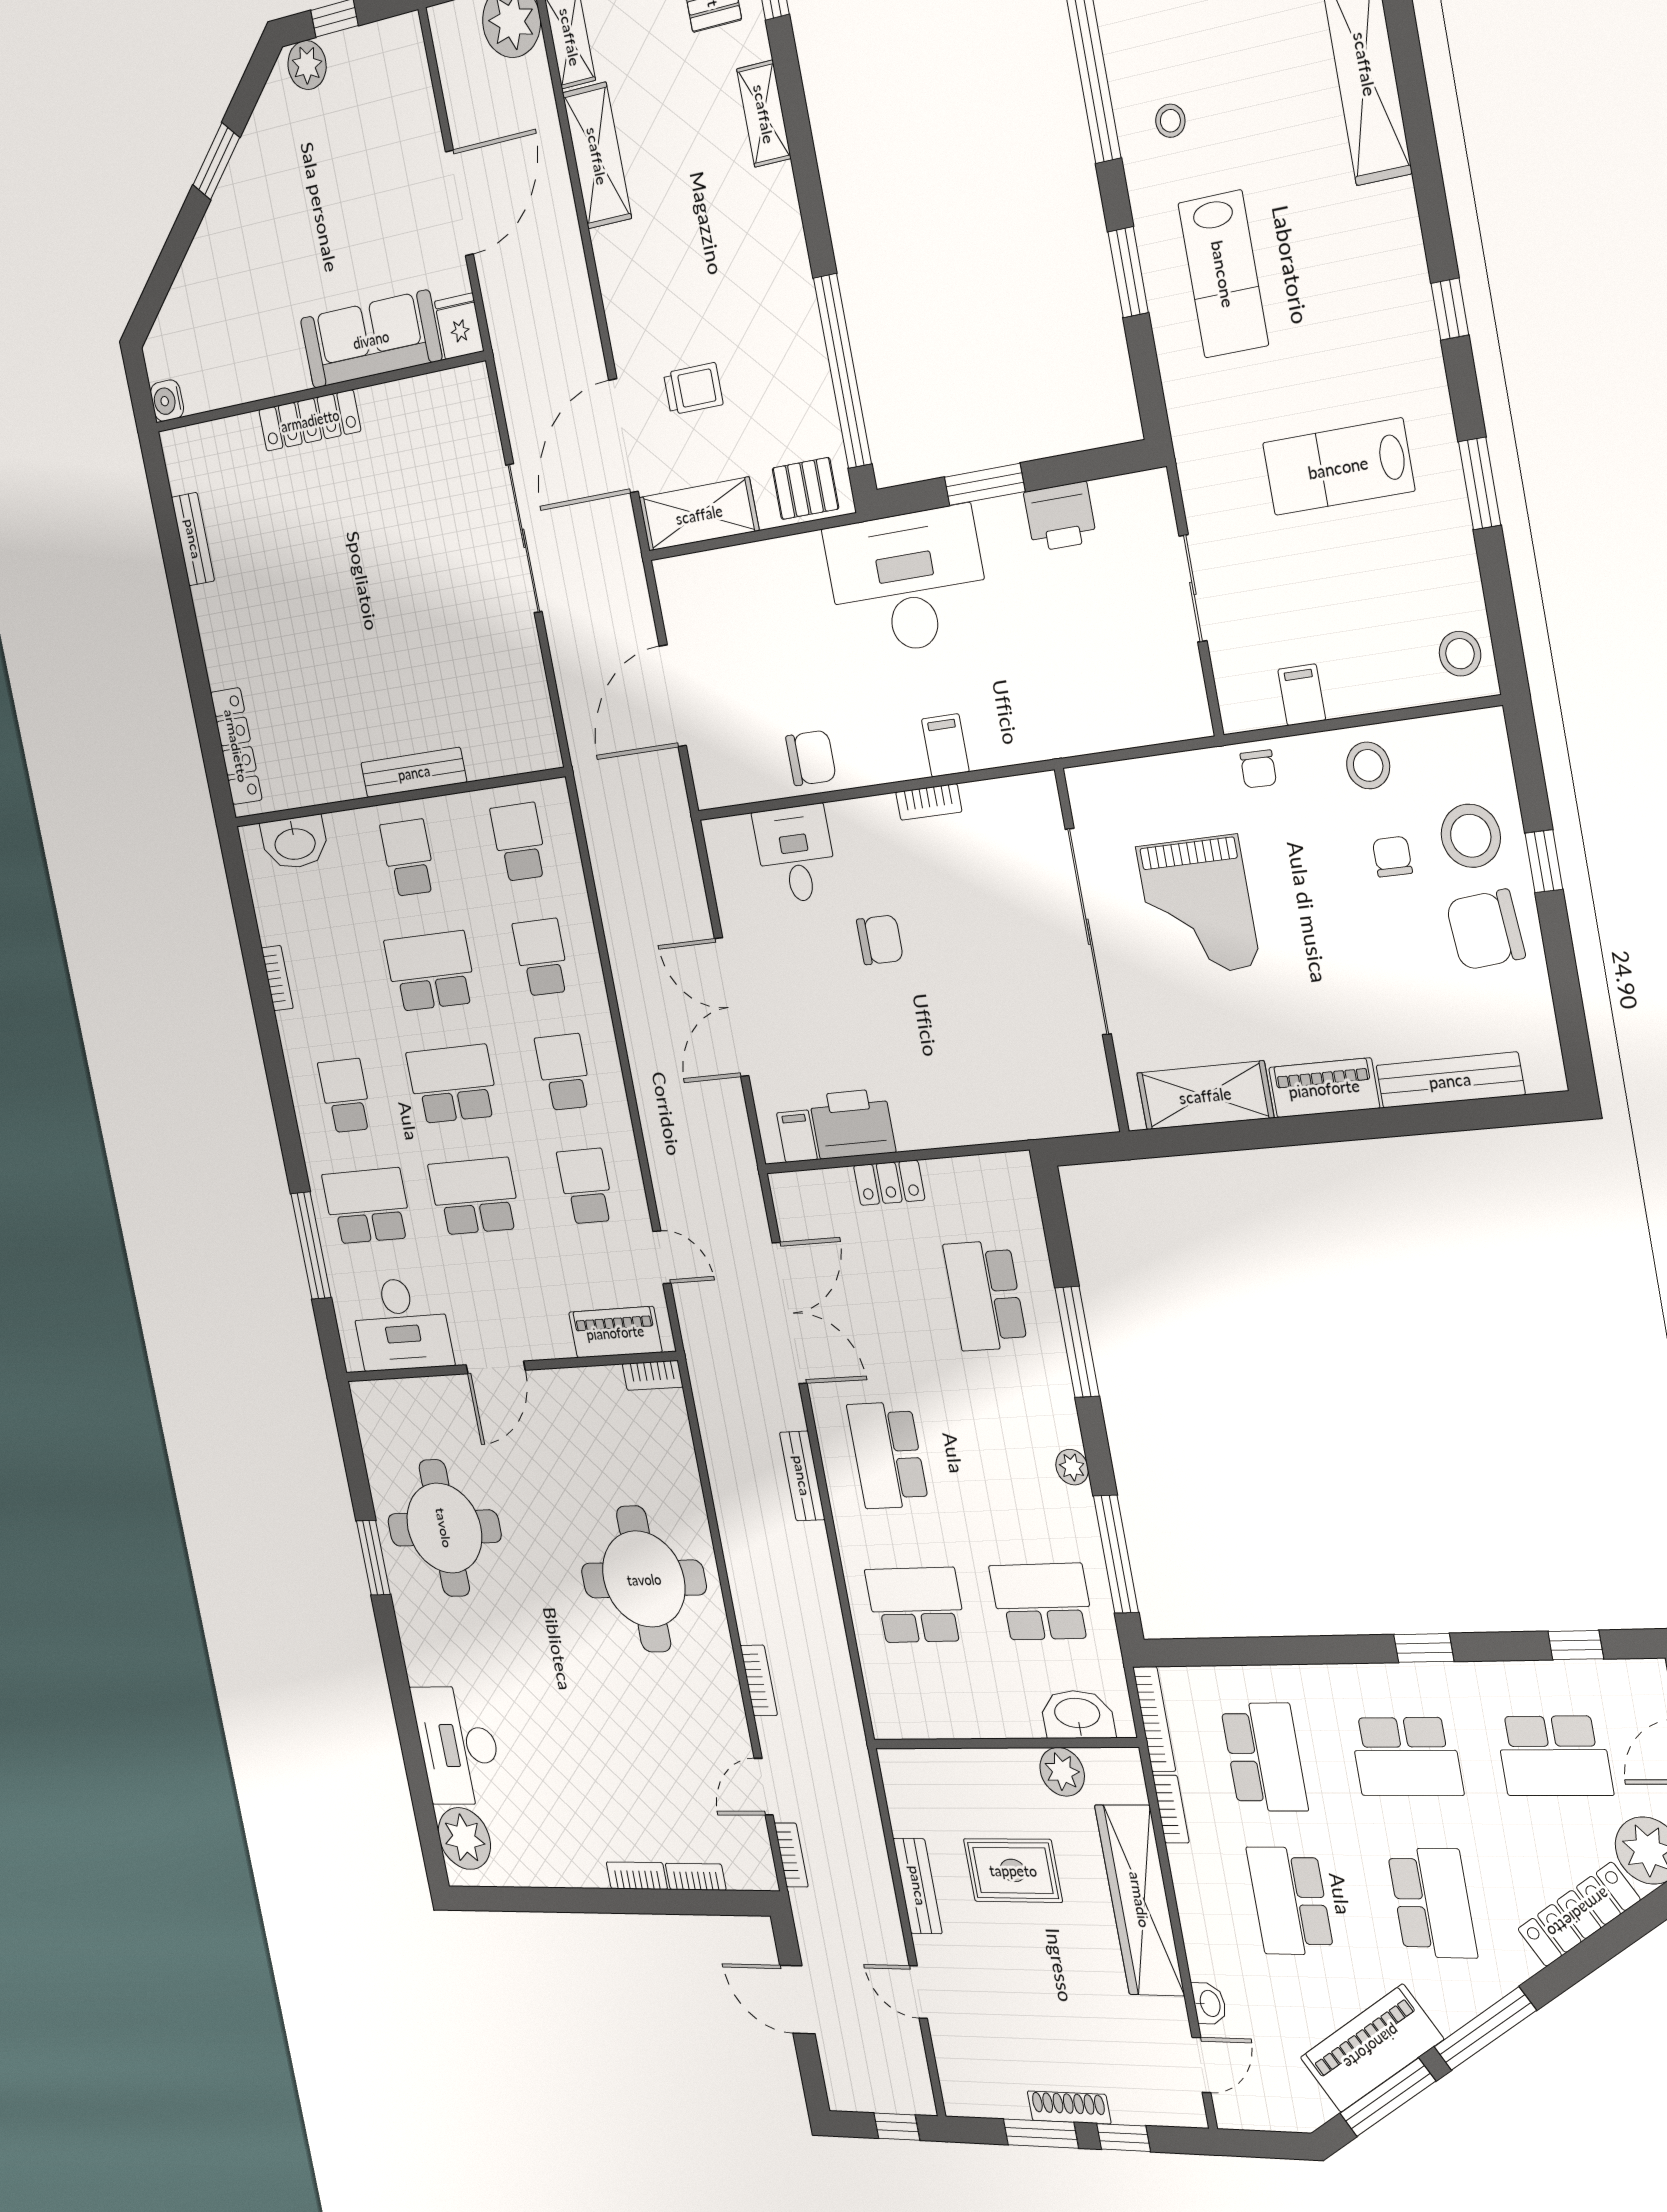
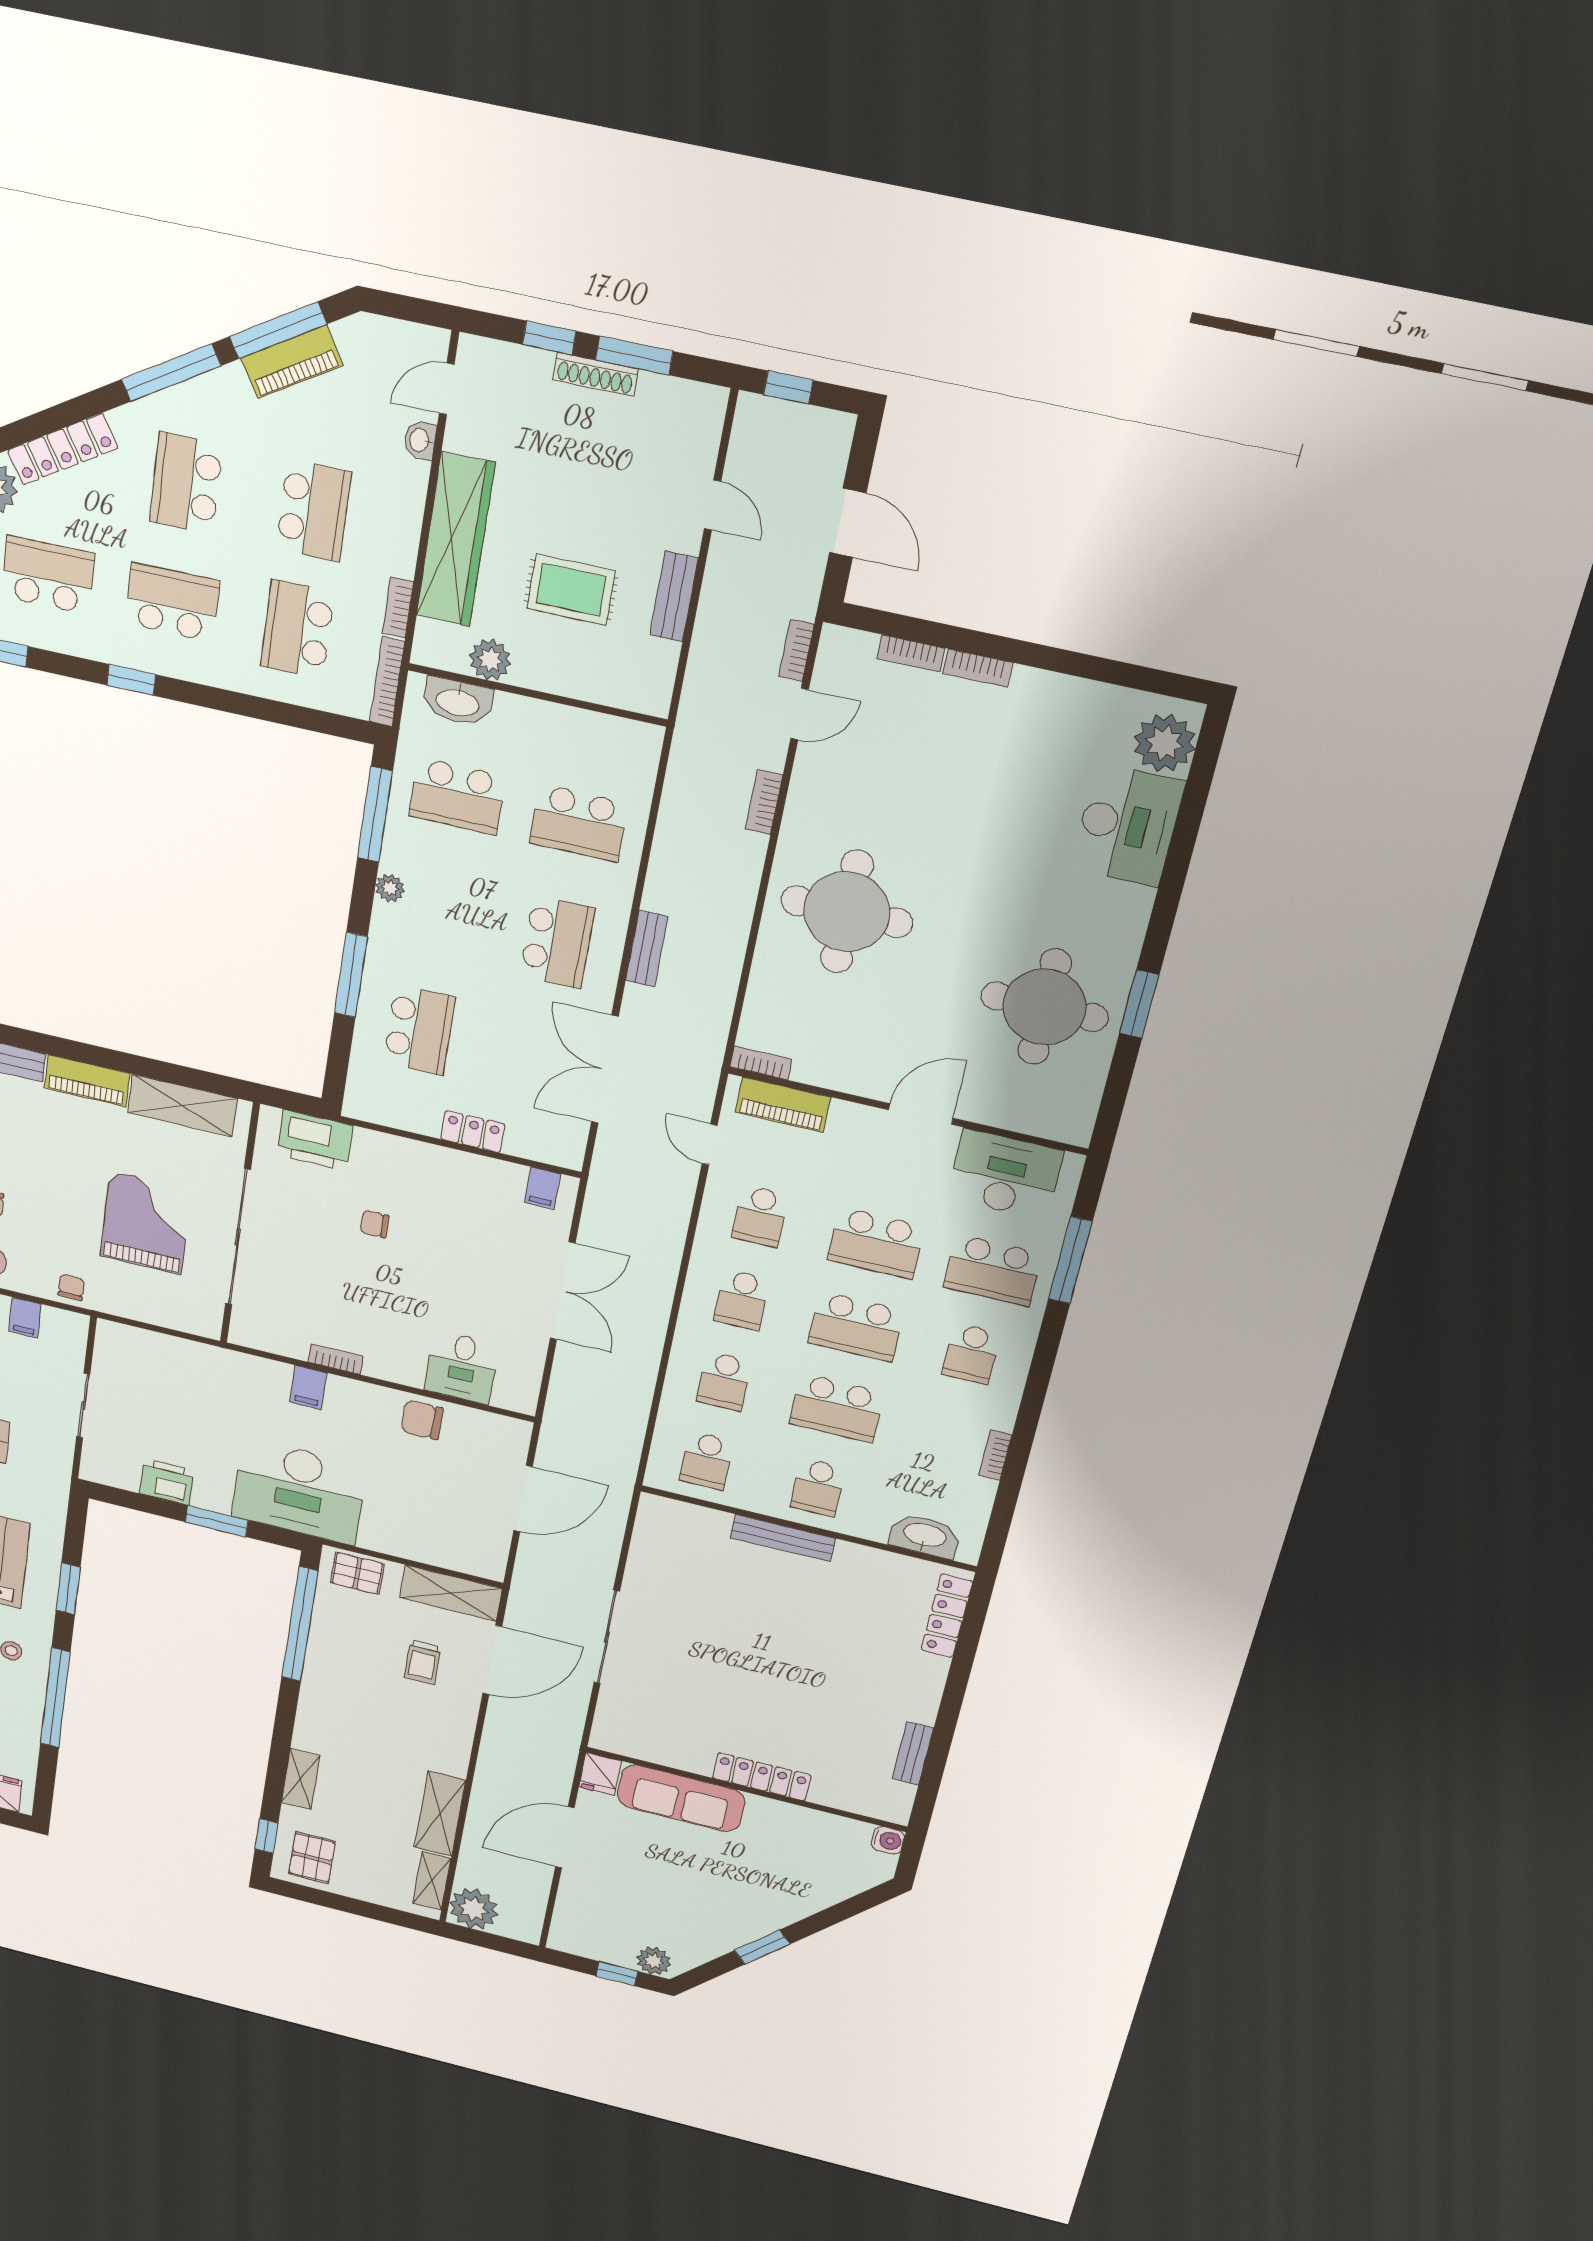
trolley: (693, 389) -> (422, 1662), turned -90
chair: (880, 940) -> (375, 1224), moved, width x0.73, depth x0.73
printer: (852, 1124) -> (315, 1140), moved
piano: (1372, 2048) -> (292, 362), width x0.73, depth x0.75

